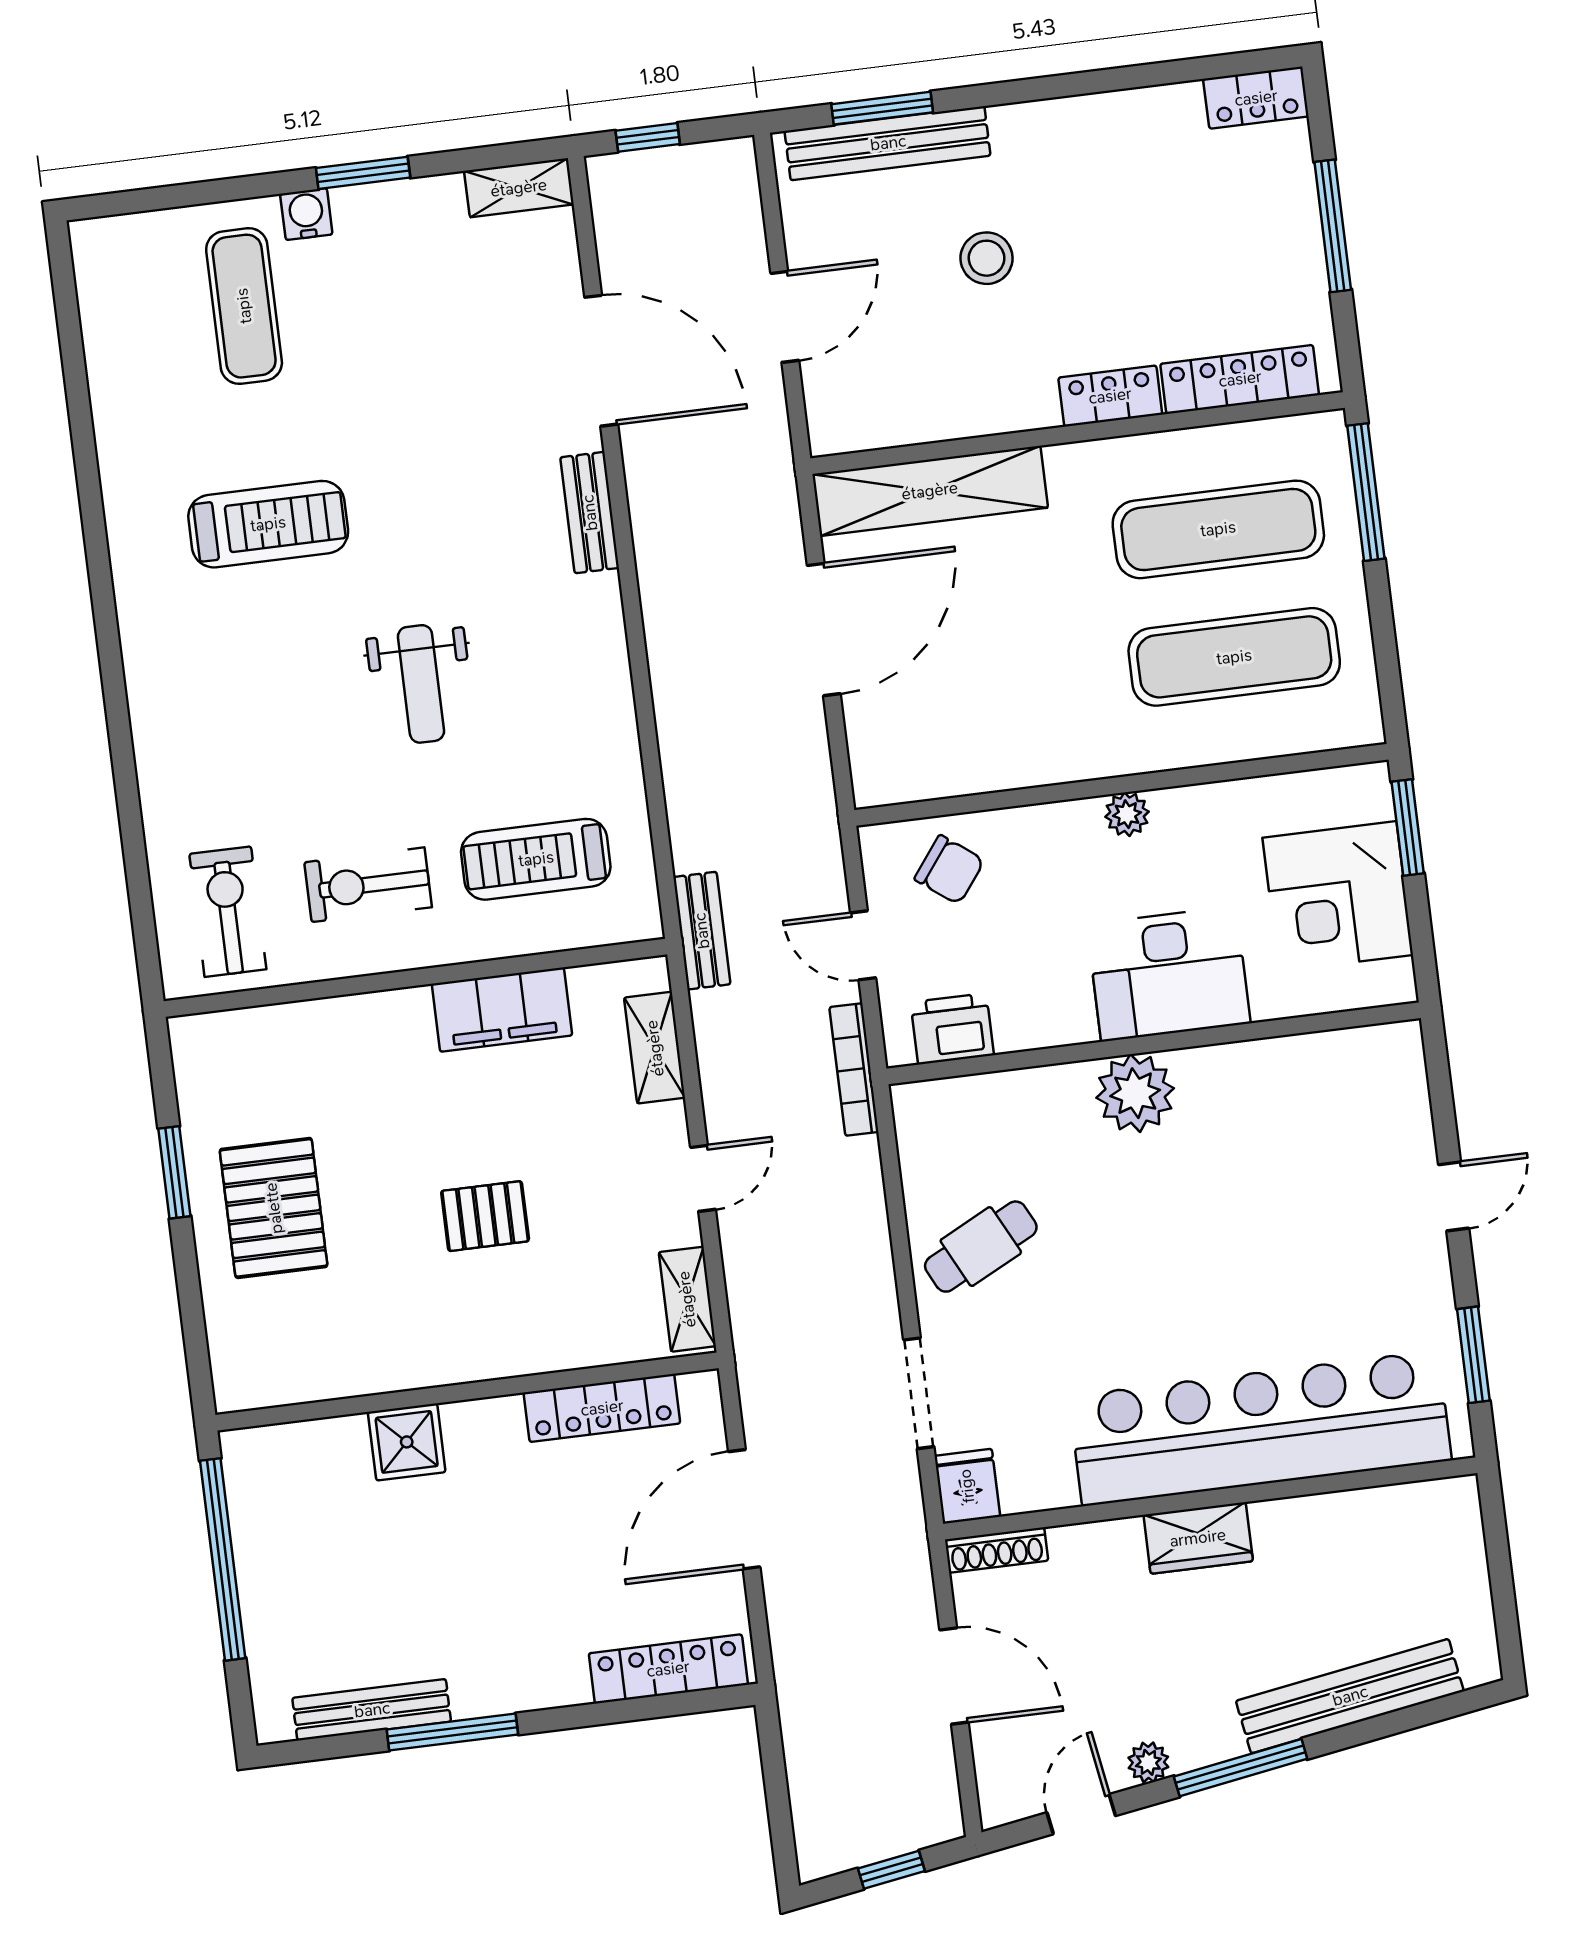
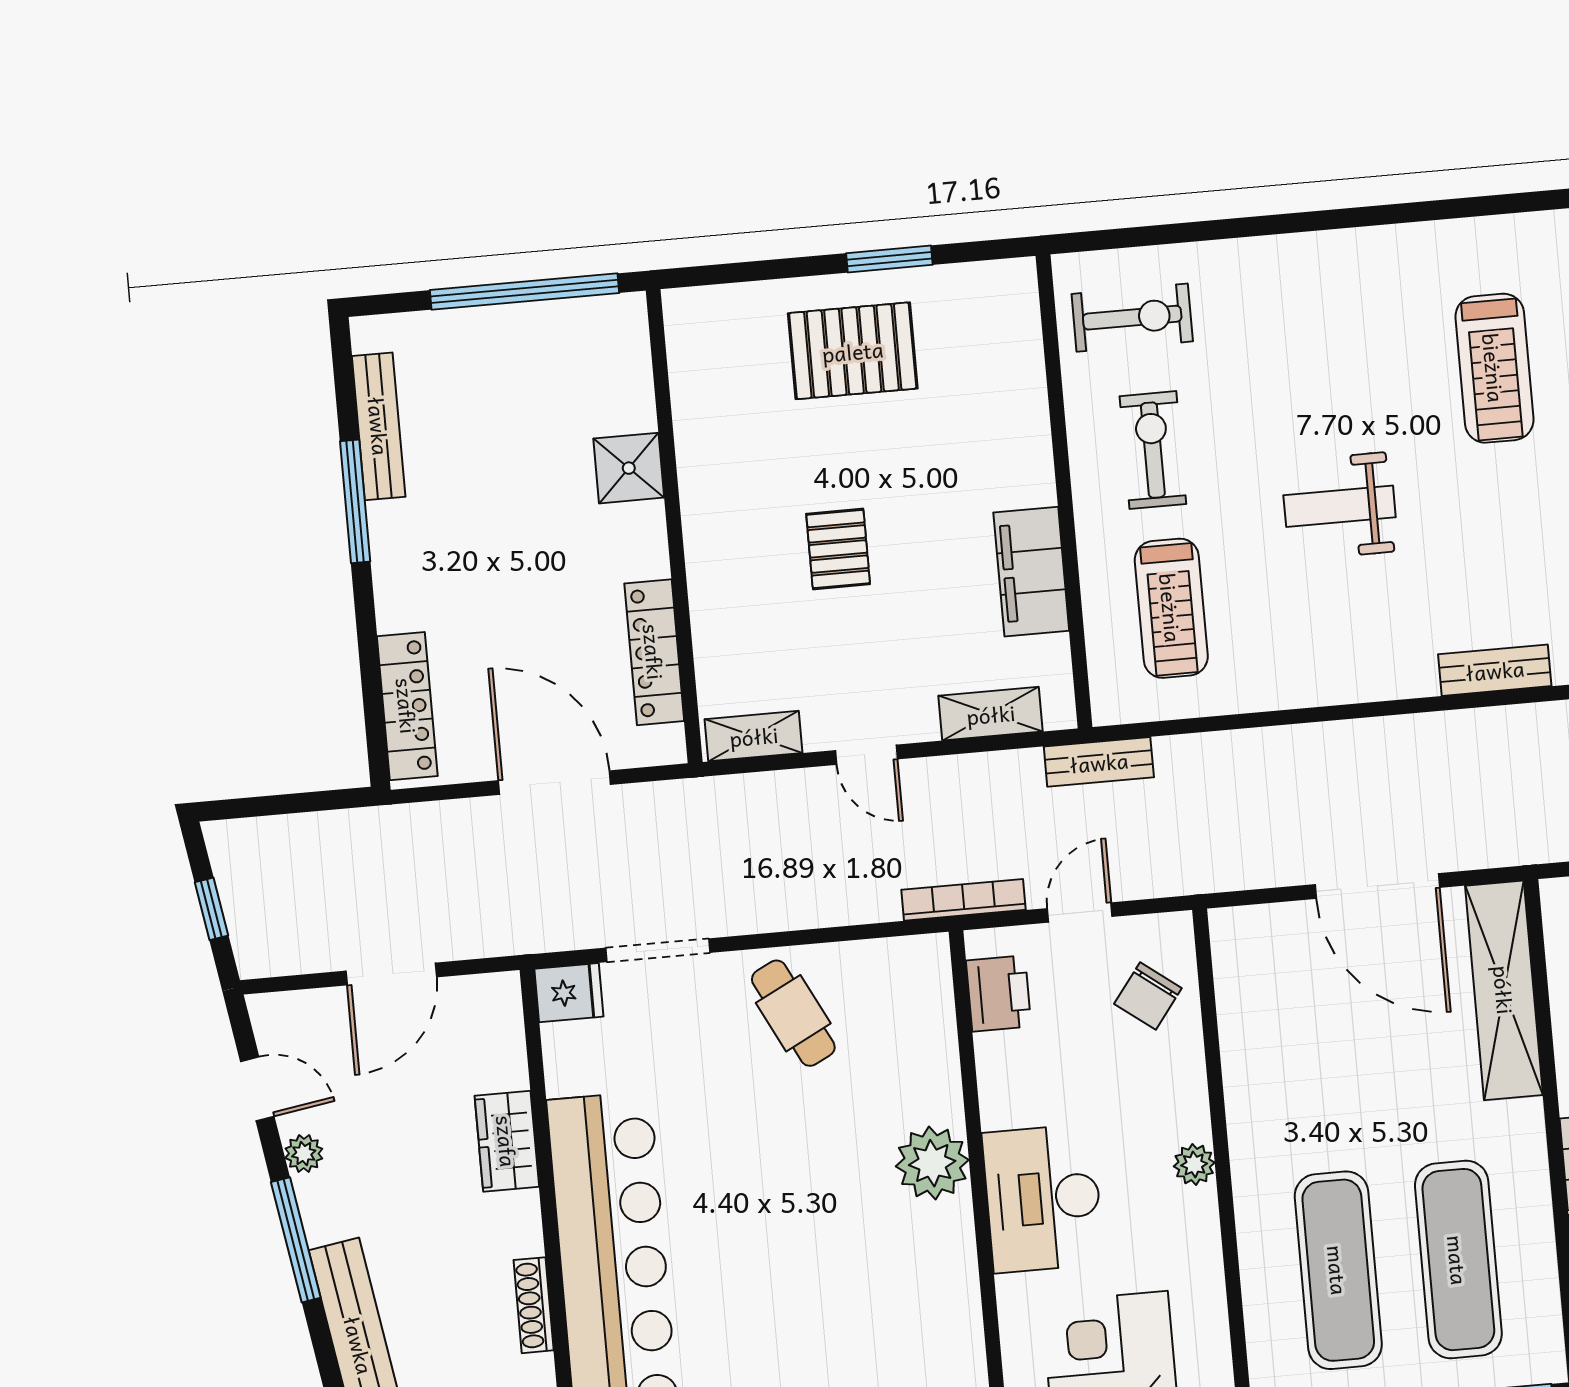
treadmill: (536, 859) -> (1171, 608), turned 180
wardrobe: (1198, 1538) -> (507, 1141), moved
shoe rack: (997, 1550) -> (534, 1305), moved

